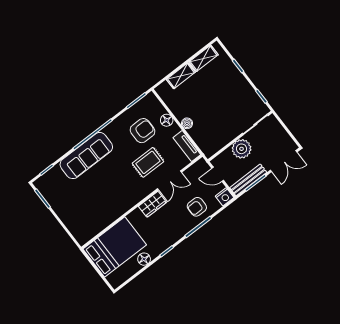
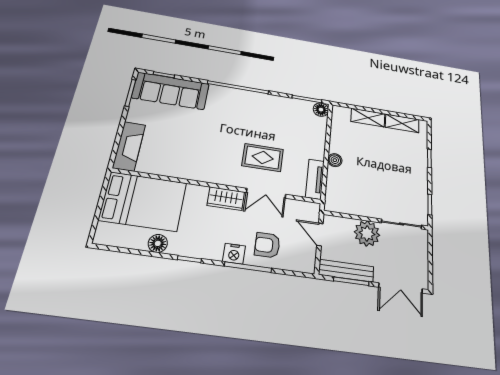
floor lamp: (167, 120) -> (321, 110), moved
armchair: (143, 131) -> (287, 127), removed
sofa: (86, 156) -> (171, 91), moved
nightstand: (225, 197) -> (234, 254), moved
fireplace: (76, 227) -> (129, 146), added

